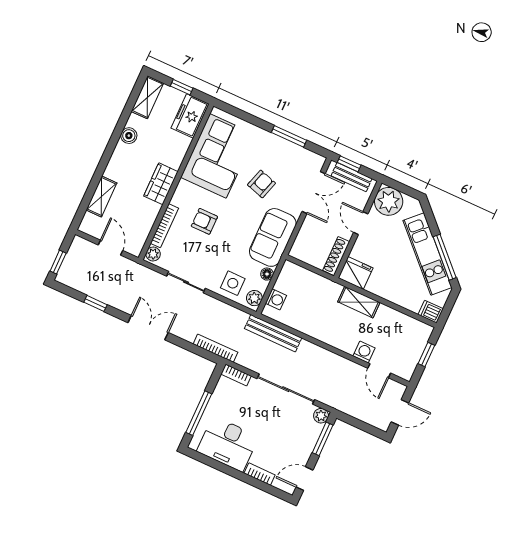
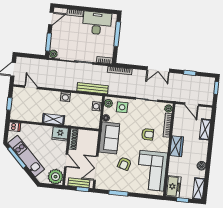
washing machine: (364, 352) -> (65, 97), moved

